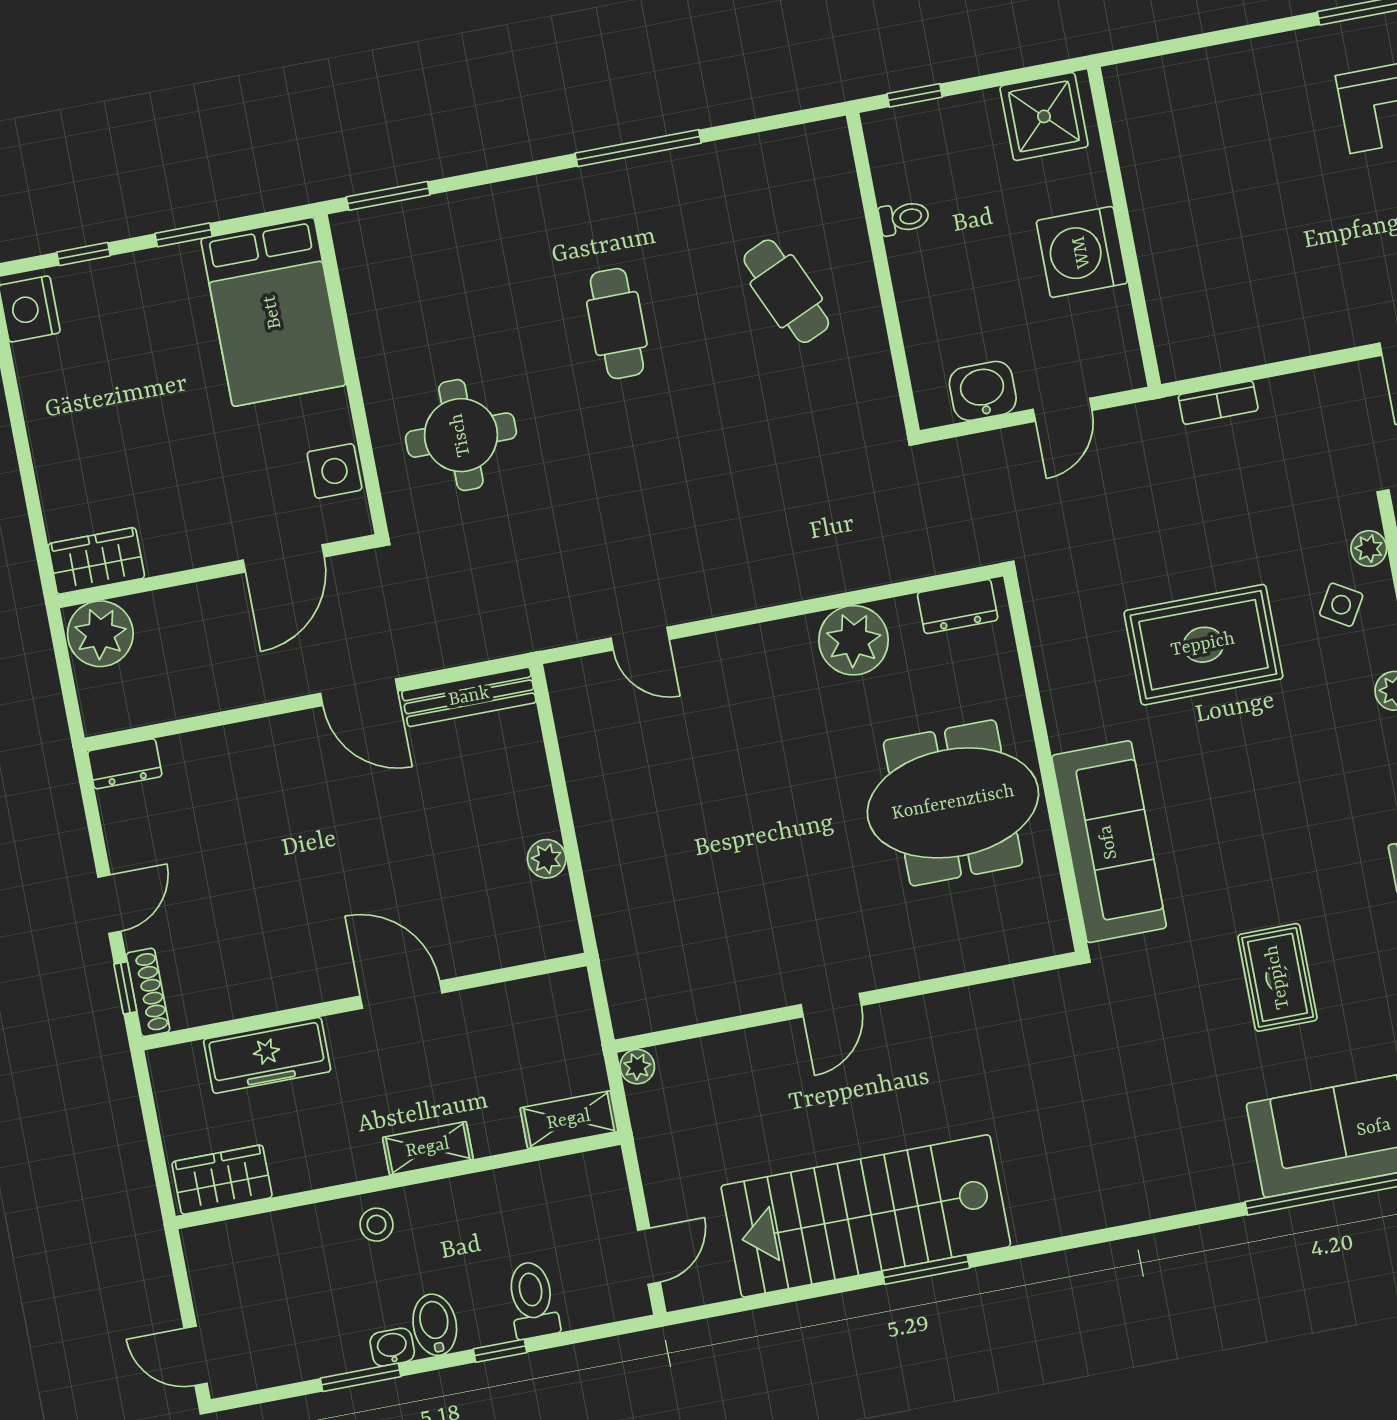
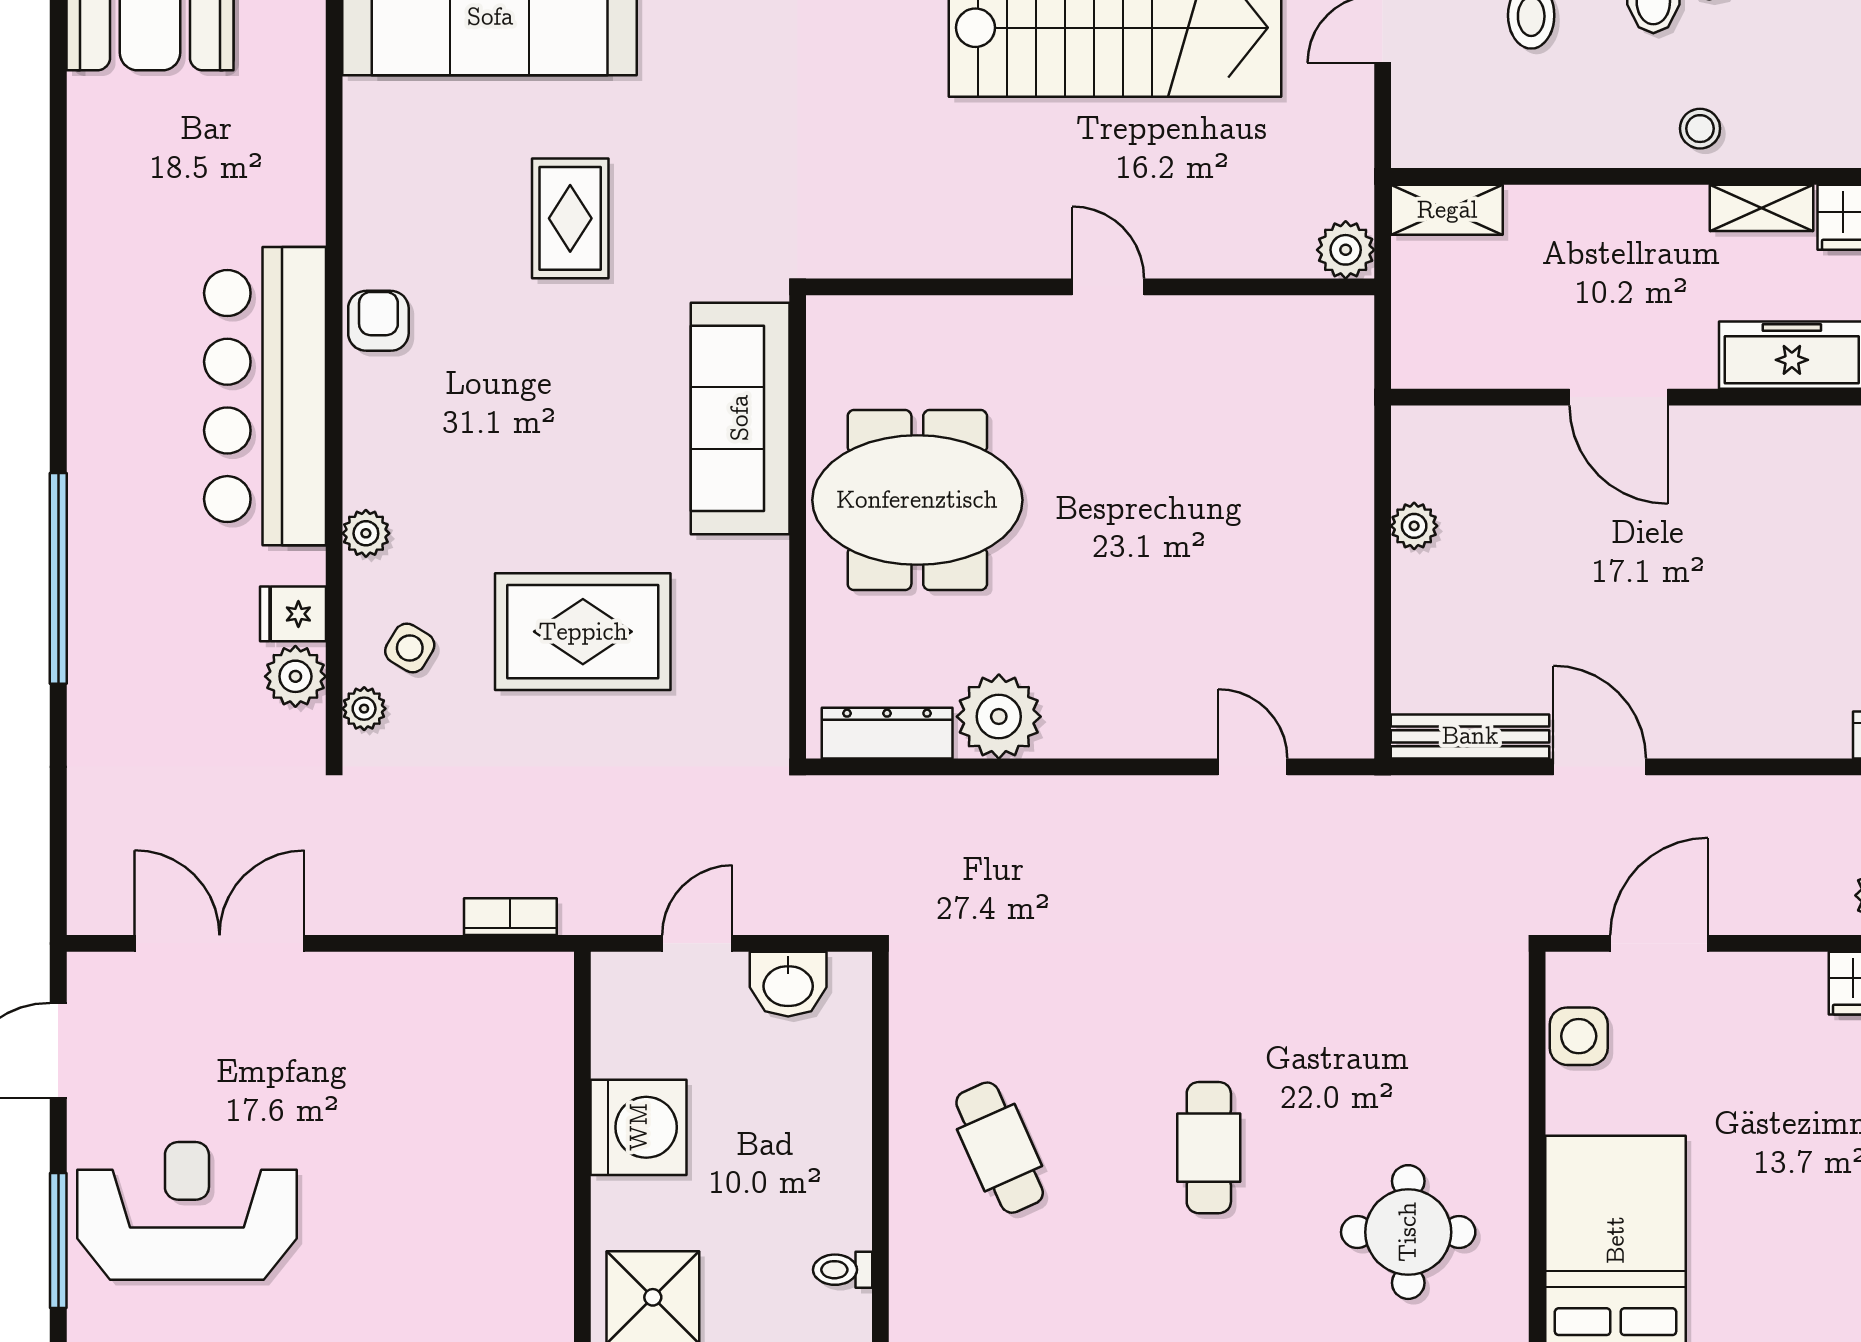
toilet: (904, 218) -> (843, 1270), moved
round table: (461, 435) -> (1408, 1232), moved
dresser: (958, 606) -> (887, 733), width x1.44
door: (831, 1005) -> (1108, 287), hinge flipped
plant: (637, 1067) -> (1346, 250), width x1.38, depth x1.38
shelving: (428, 1148) -> (1762, 208), moved

